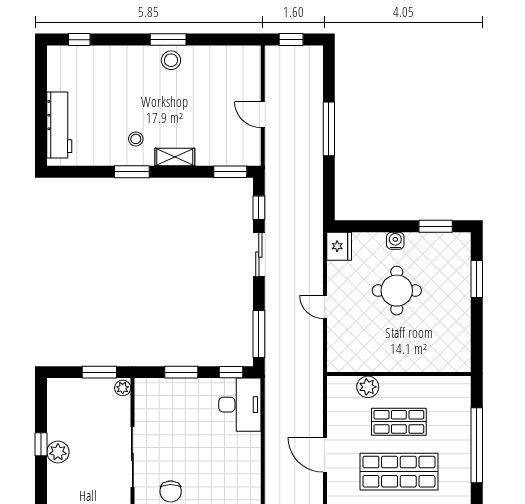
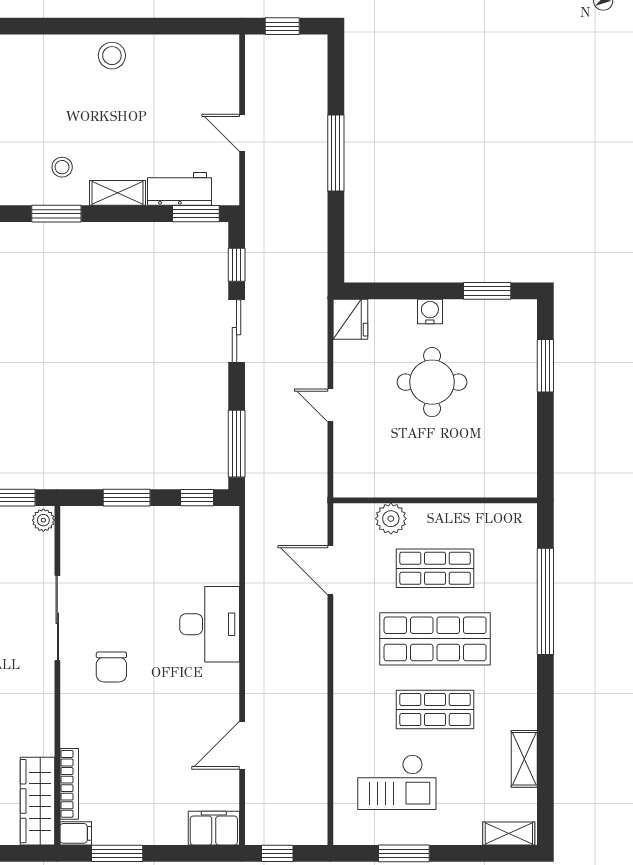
window: (168, 40) -> (108, 26), removed
workbench: (219, 154) -> (180, 189), added
desk: (240, 405) -> (210, 624), moved
door: (325, 455) -> (330, 570), moved

